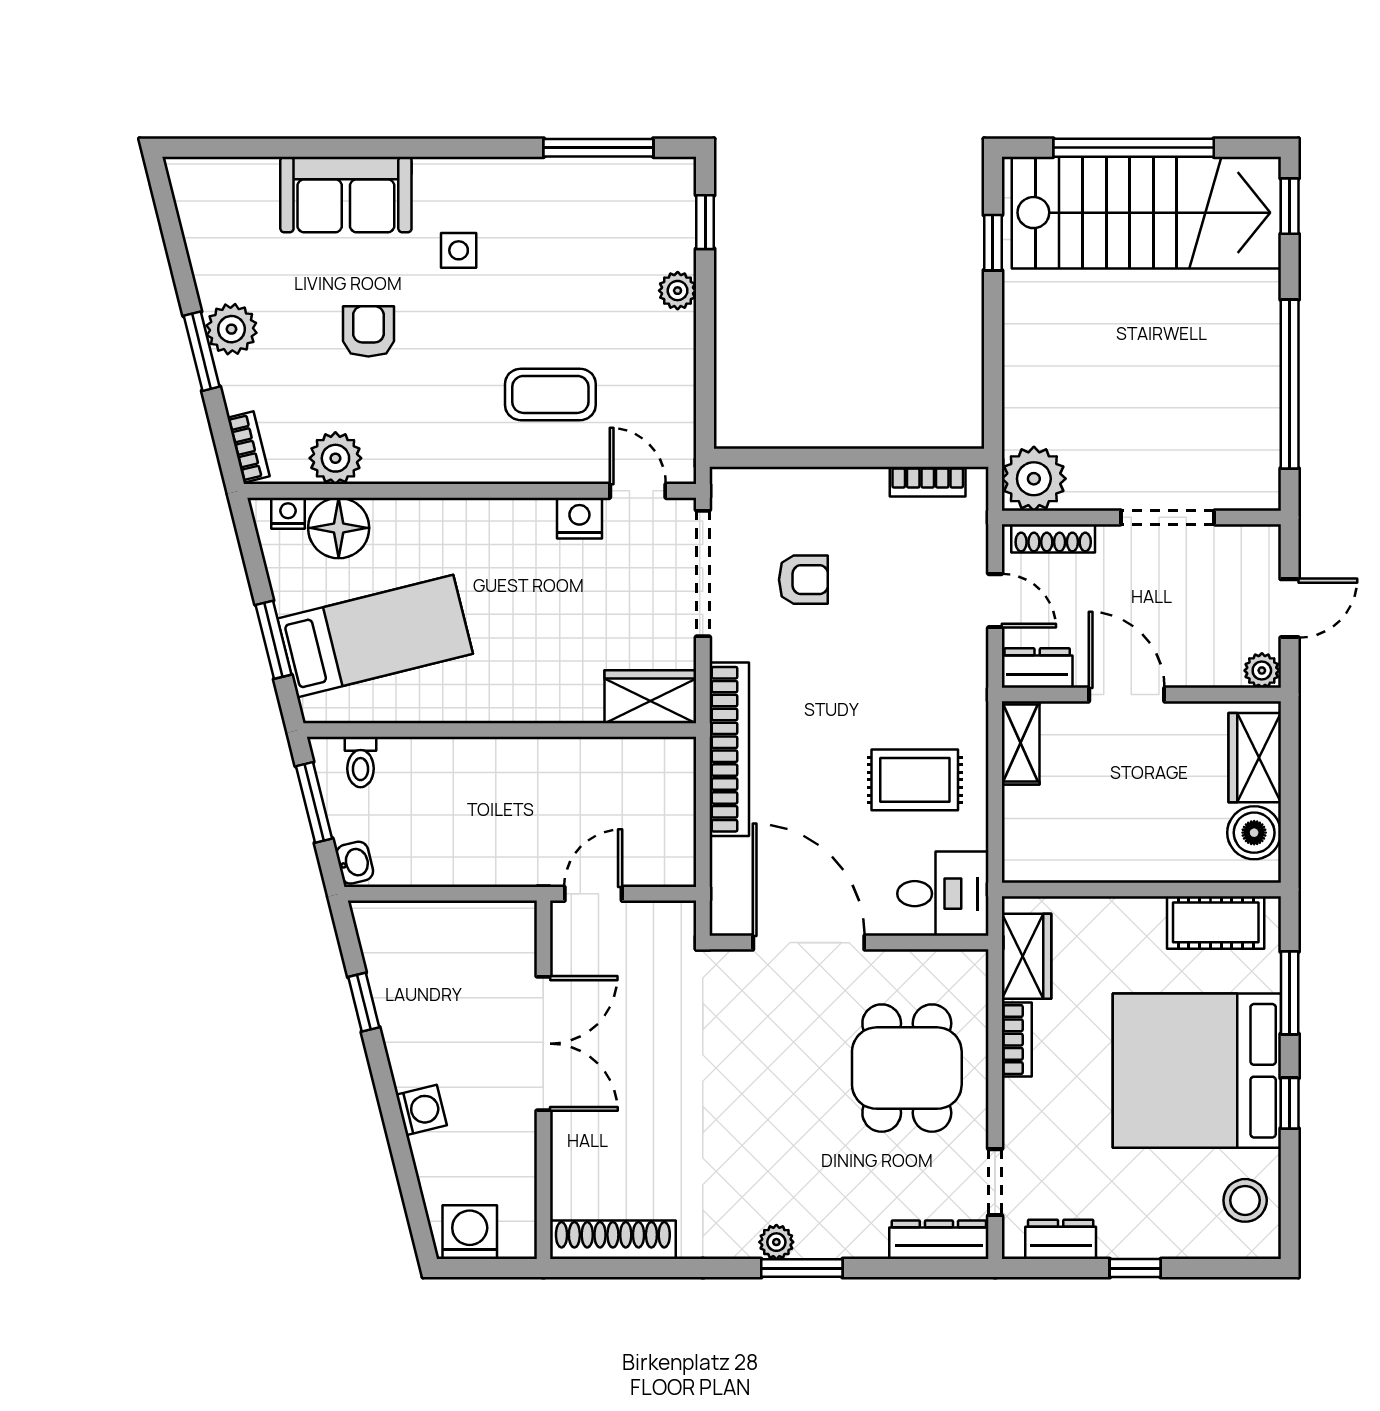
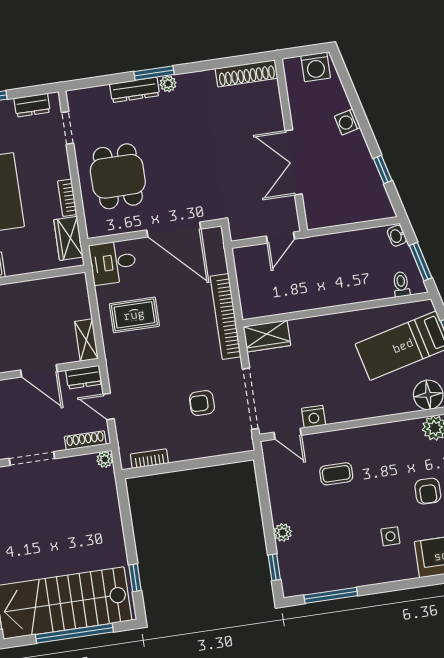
coffee table: (550, 394) -> (336, 474), width x0.73, depth x0.77
plant: (1034, 479) -> (105, 459), width x0.53, depth x0.53
dresser: (939, 1240) -> (135, 90), moved

